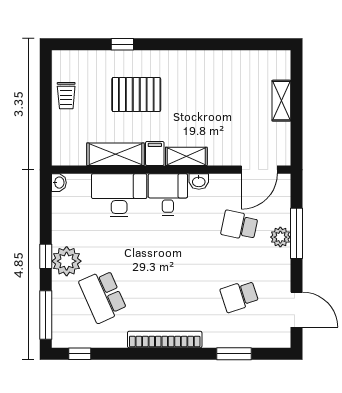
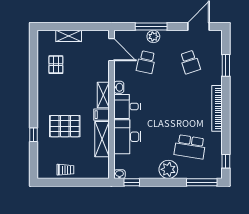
pallet: (235, 80) -> (56, 65), added
pallet: (136, 95) -> (65, 126), turned 90
window: (46, 256) -> (132, 182), moved
school desk: (103, 296) -> (190, 147), turned 33

